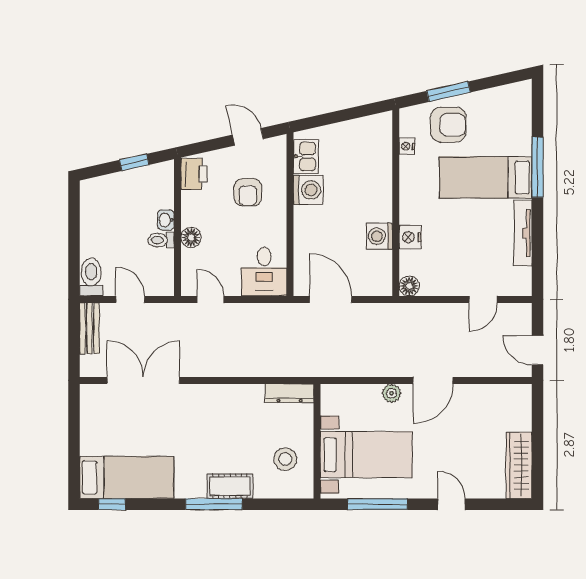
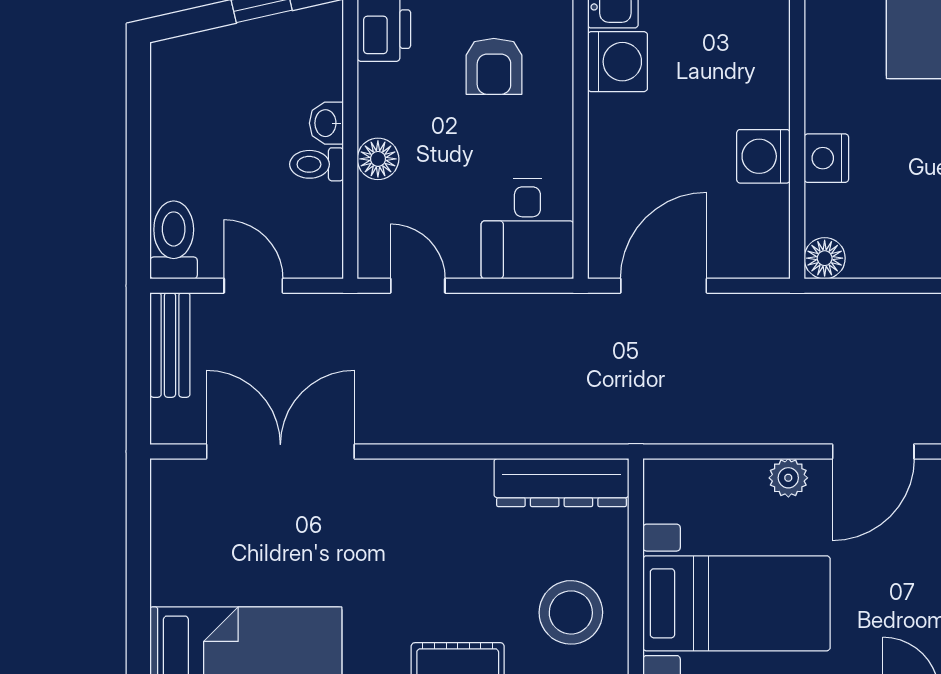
door: (331, 299) -> (664, 286), hinge flipped
dresser: (290, 393) -> (562, 482), width x1.37, depth x1.24
stool: (285, 459) -> (571, 612), width x1.38, depth x1.38

